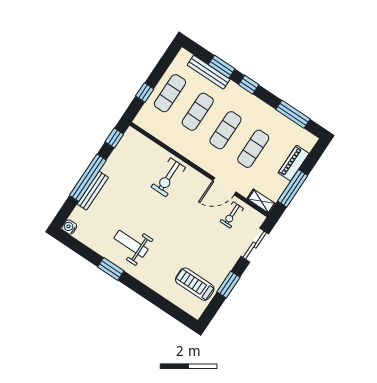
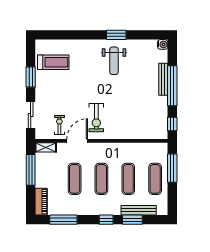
window: (145, 93) -> (172, 168), width x2.17
piano: (294, 163) -> (41, 202), moved
exercise bike: (168, 177) -> (96, 118), moved, turned 180
weight bench: (131, 244) -> (114, 61), turned 90

